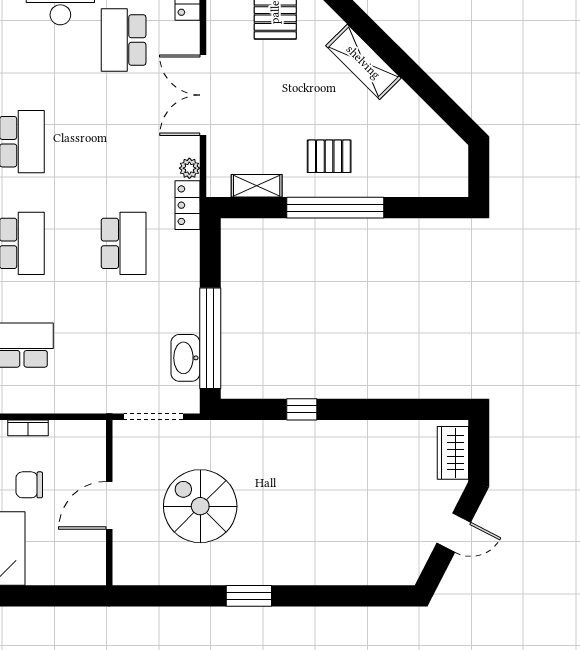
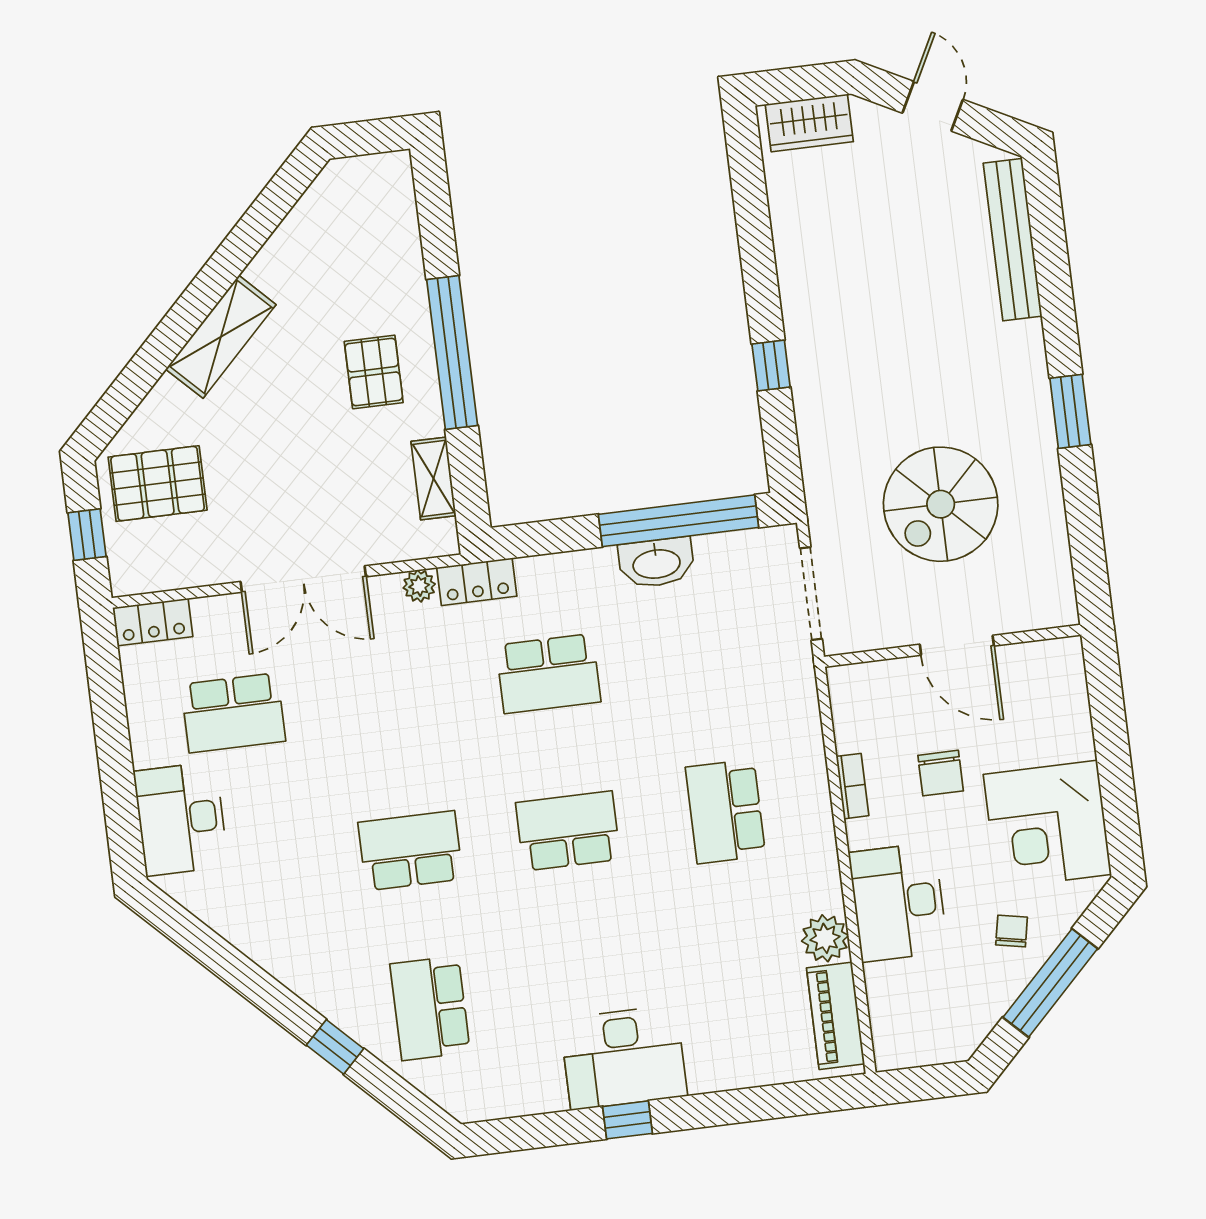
school desk: (124, 243) -> (548, 673), turned 180
washbasin: (185, 358) -> (656, 563), moved
bench: (363, 573) -> (1013, 240), added

